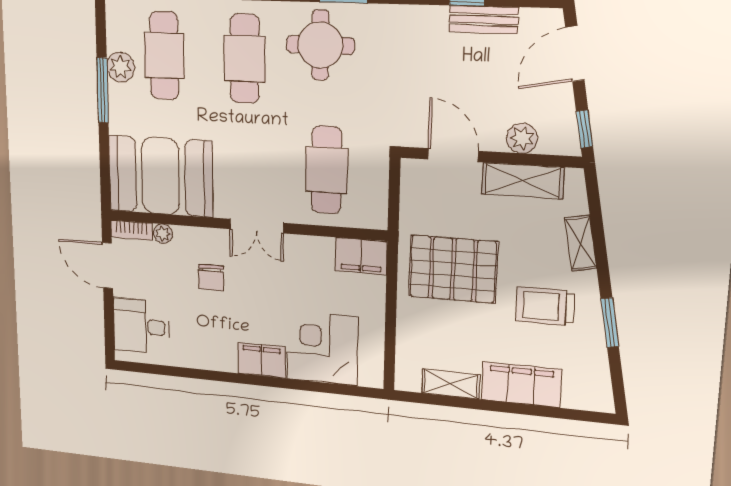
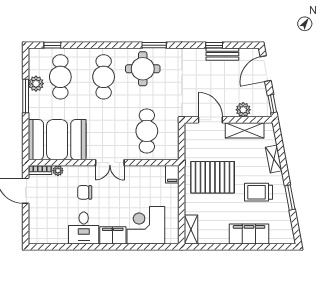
filing cabinet: (361, 256) -> (172, 174), width x0.50
chair: (211, 277) -> (85, 192), turned 90
desk: (141, 326) -> (84, 228), moved, turned -90
shelving: (451, 384) -> (191, 230), moved, turned 90

